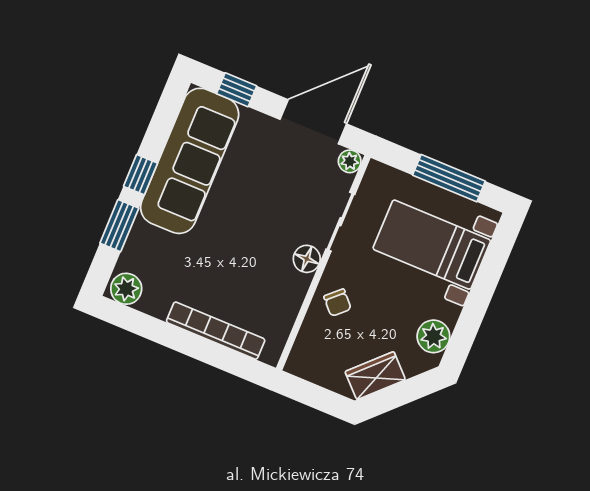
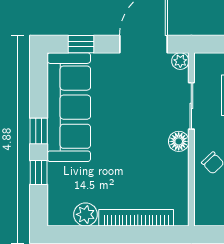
window: (119, 226) -> (39, 173), width x0.67
plant: (126, 289) -> (86, 214), moved

